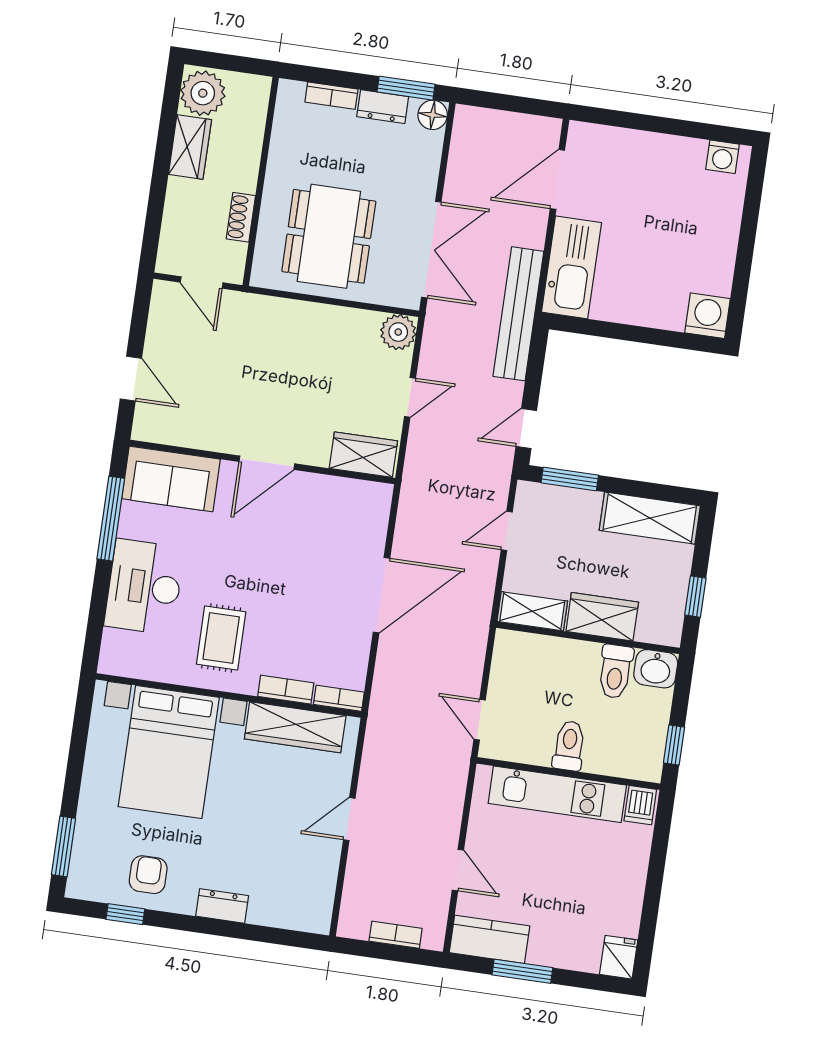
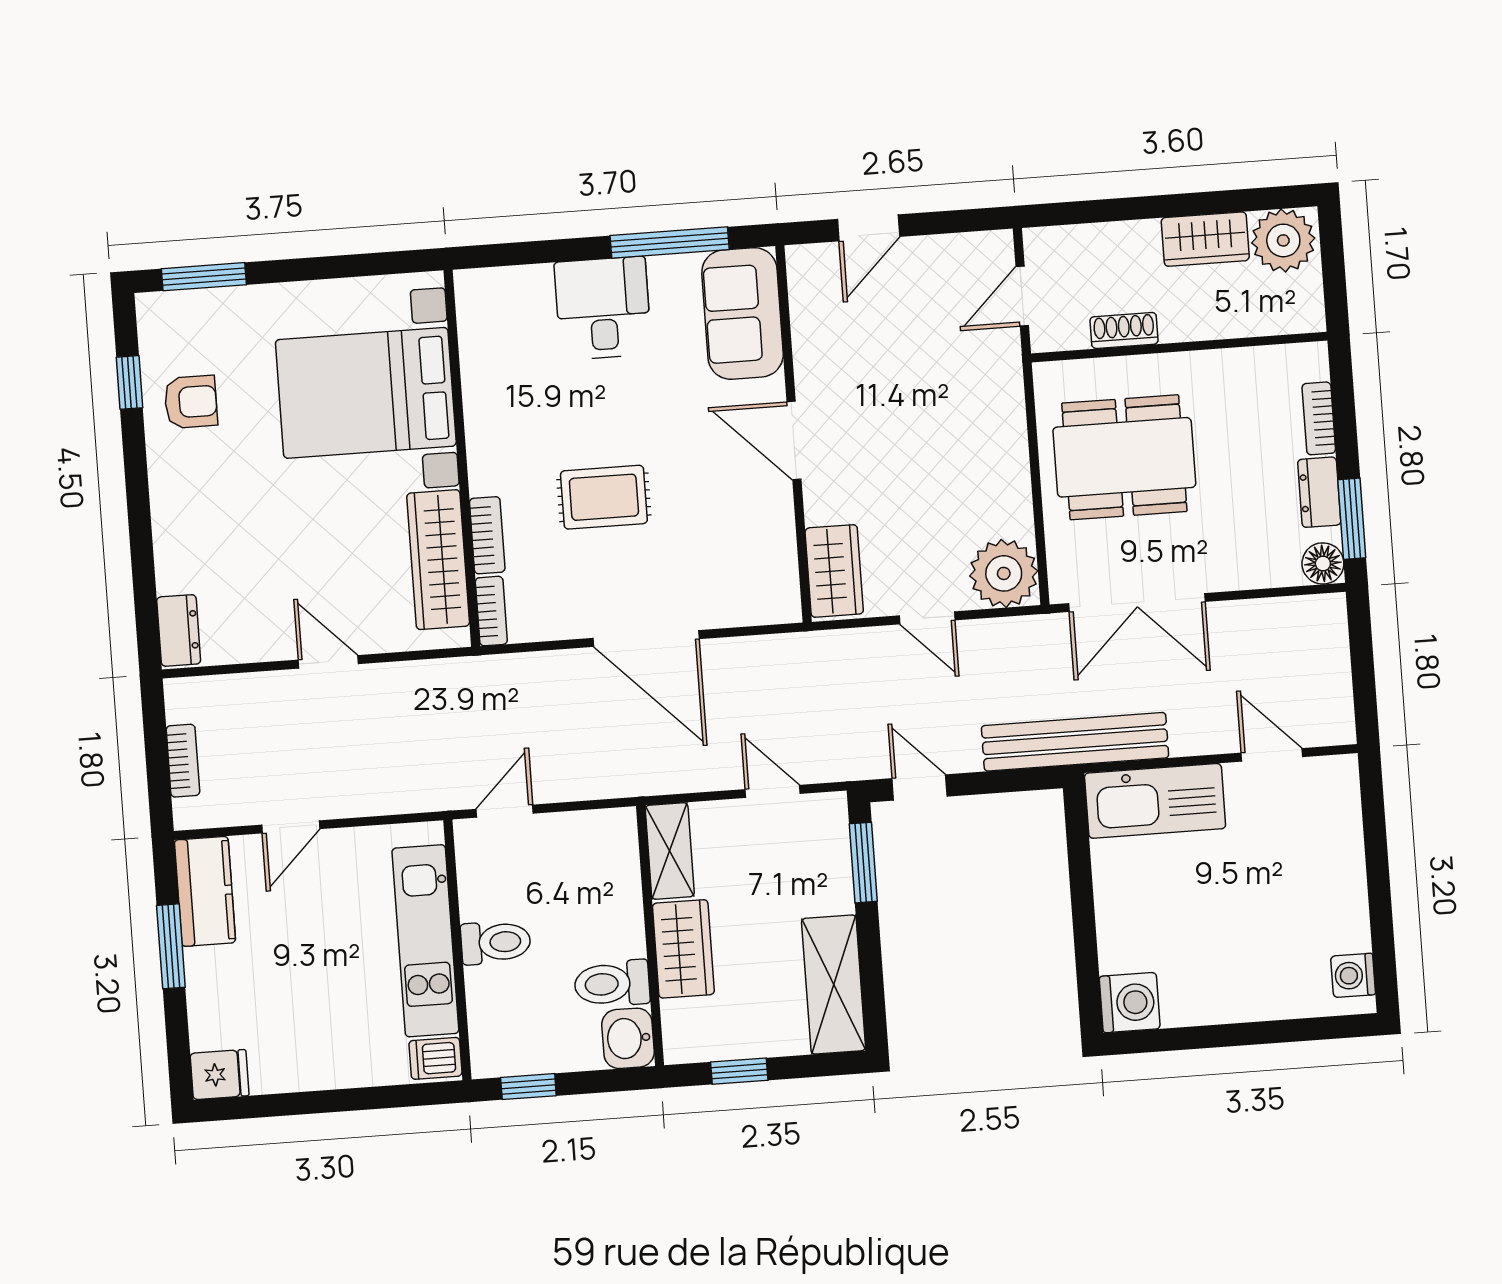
door: (557, 179) -> (1272, 755), width x0.73
plant: (398, 332) -> (1004, 573), width x1.36, depth x1.36
desk: (144, 587) -> (603, 308), width x0.73
rug: (221, 638) -> (604, 497), moved
dresser: (222, 906) -> (179, 630), moved

